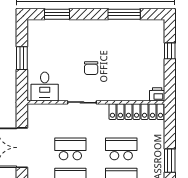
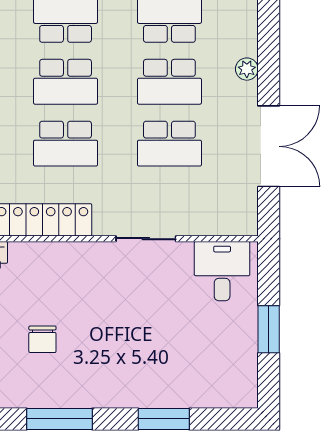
window: (57, 14) -> (164, 419), moved
chair: (91, 68) -> (42, 339), moved, turned 180

